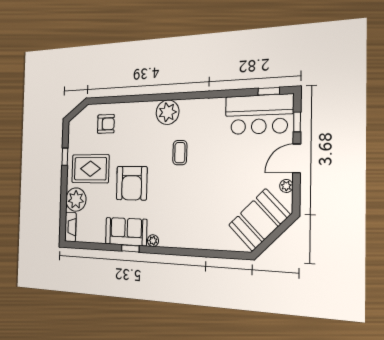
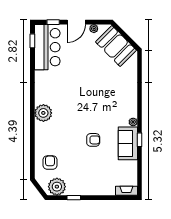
coffee table: (180, 153) -> (72, 103), removed
door: (297, 158) -> (76, 22), hinge flipped
rug: (90, 169) -> (83, 175), removed
armchair: (132, 183) -> (93, 140), width x0.53, depth x0.53
plant: (76, 200) -> (57, 187), moved

